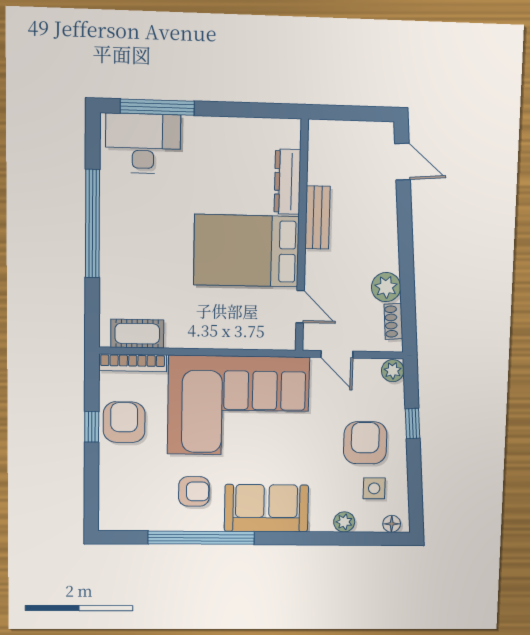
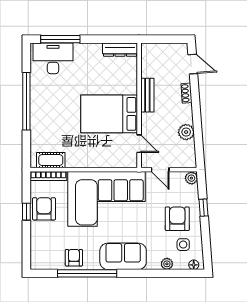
dresser: (287, 182) -> (120, 50), moved, turned -90
shoe rack: (393, 321) -> (187, 93), moved
armchair: (194, 491) -> (74, 258), moved, turned -90

